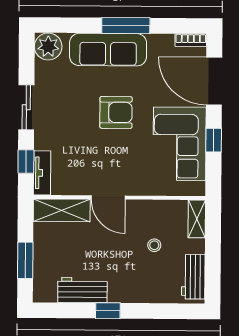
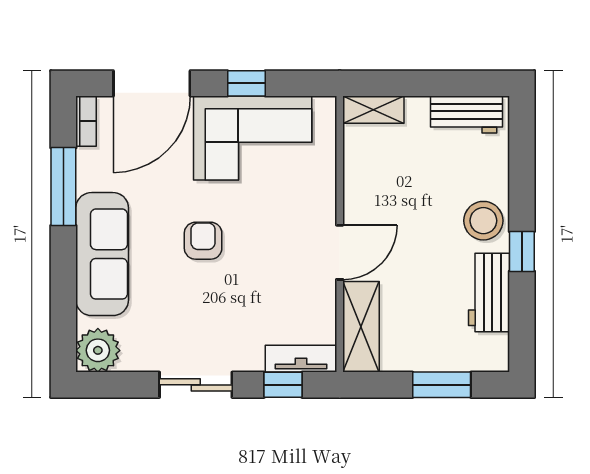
window: (126, 26) -> (63, 187), moved
armchair: (116, 112) -> (203, 241), width x0.72, depth x0.72
stool: (154, 245) -> (483, 221), moved, width x1.89, depth x1.89

